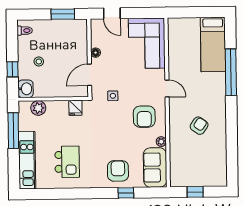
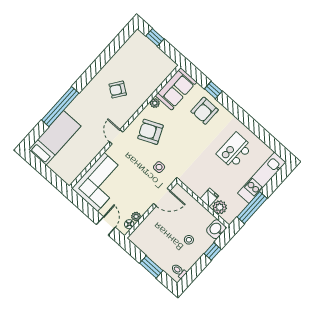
window: (63, 14) -> (151, 267), moved
plant: (95, 42) -> (136, 216), added
floor lamp: (96, 53) -> (129, 224), moved
fridge: (75, 108) -> (209, 198), moved
armchair: (144, 117) -> (150, 132), turned -114
window: (195, 192) -> (155, 37), moved

